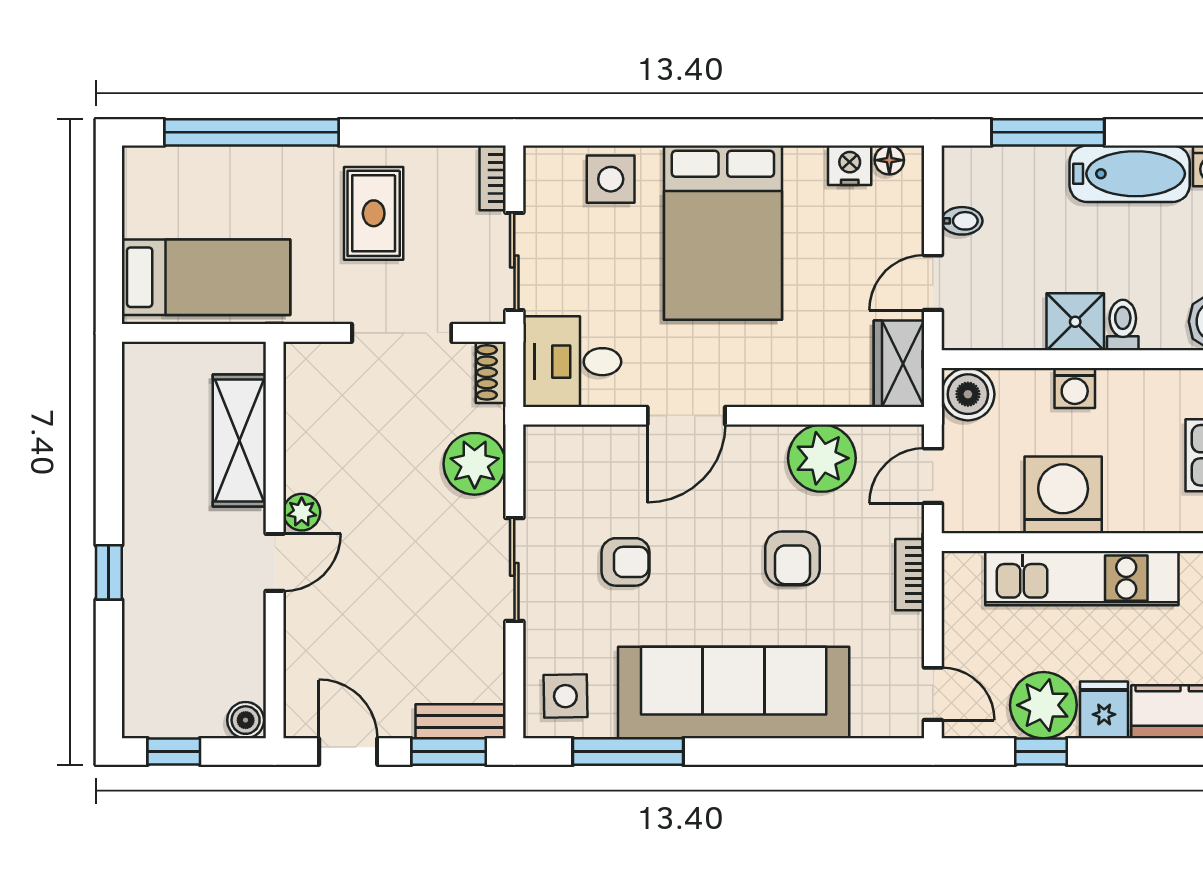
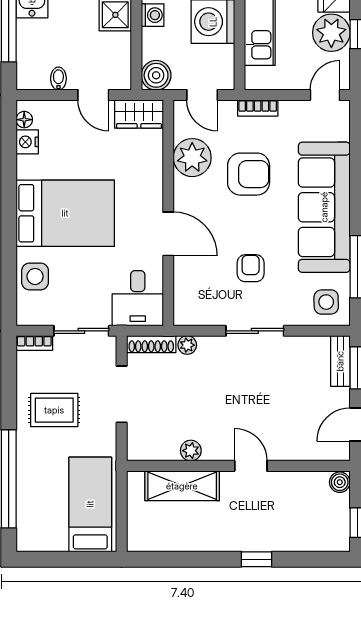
shoe rack: (491, 372) -> (151, 344), width x1.43
plant: (475, 464) -> (187, 345), width x0.53, depth x0.53
plant: (302, 512) -> (191, 451), moved
armchair: (793, 558) -> (249, 174), width x1.38, depth x1.38

